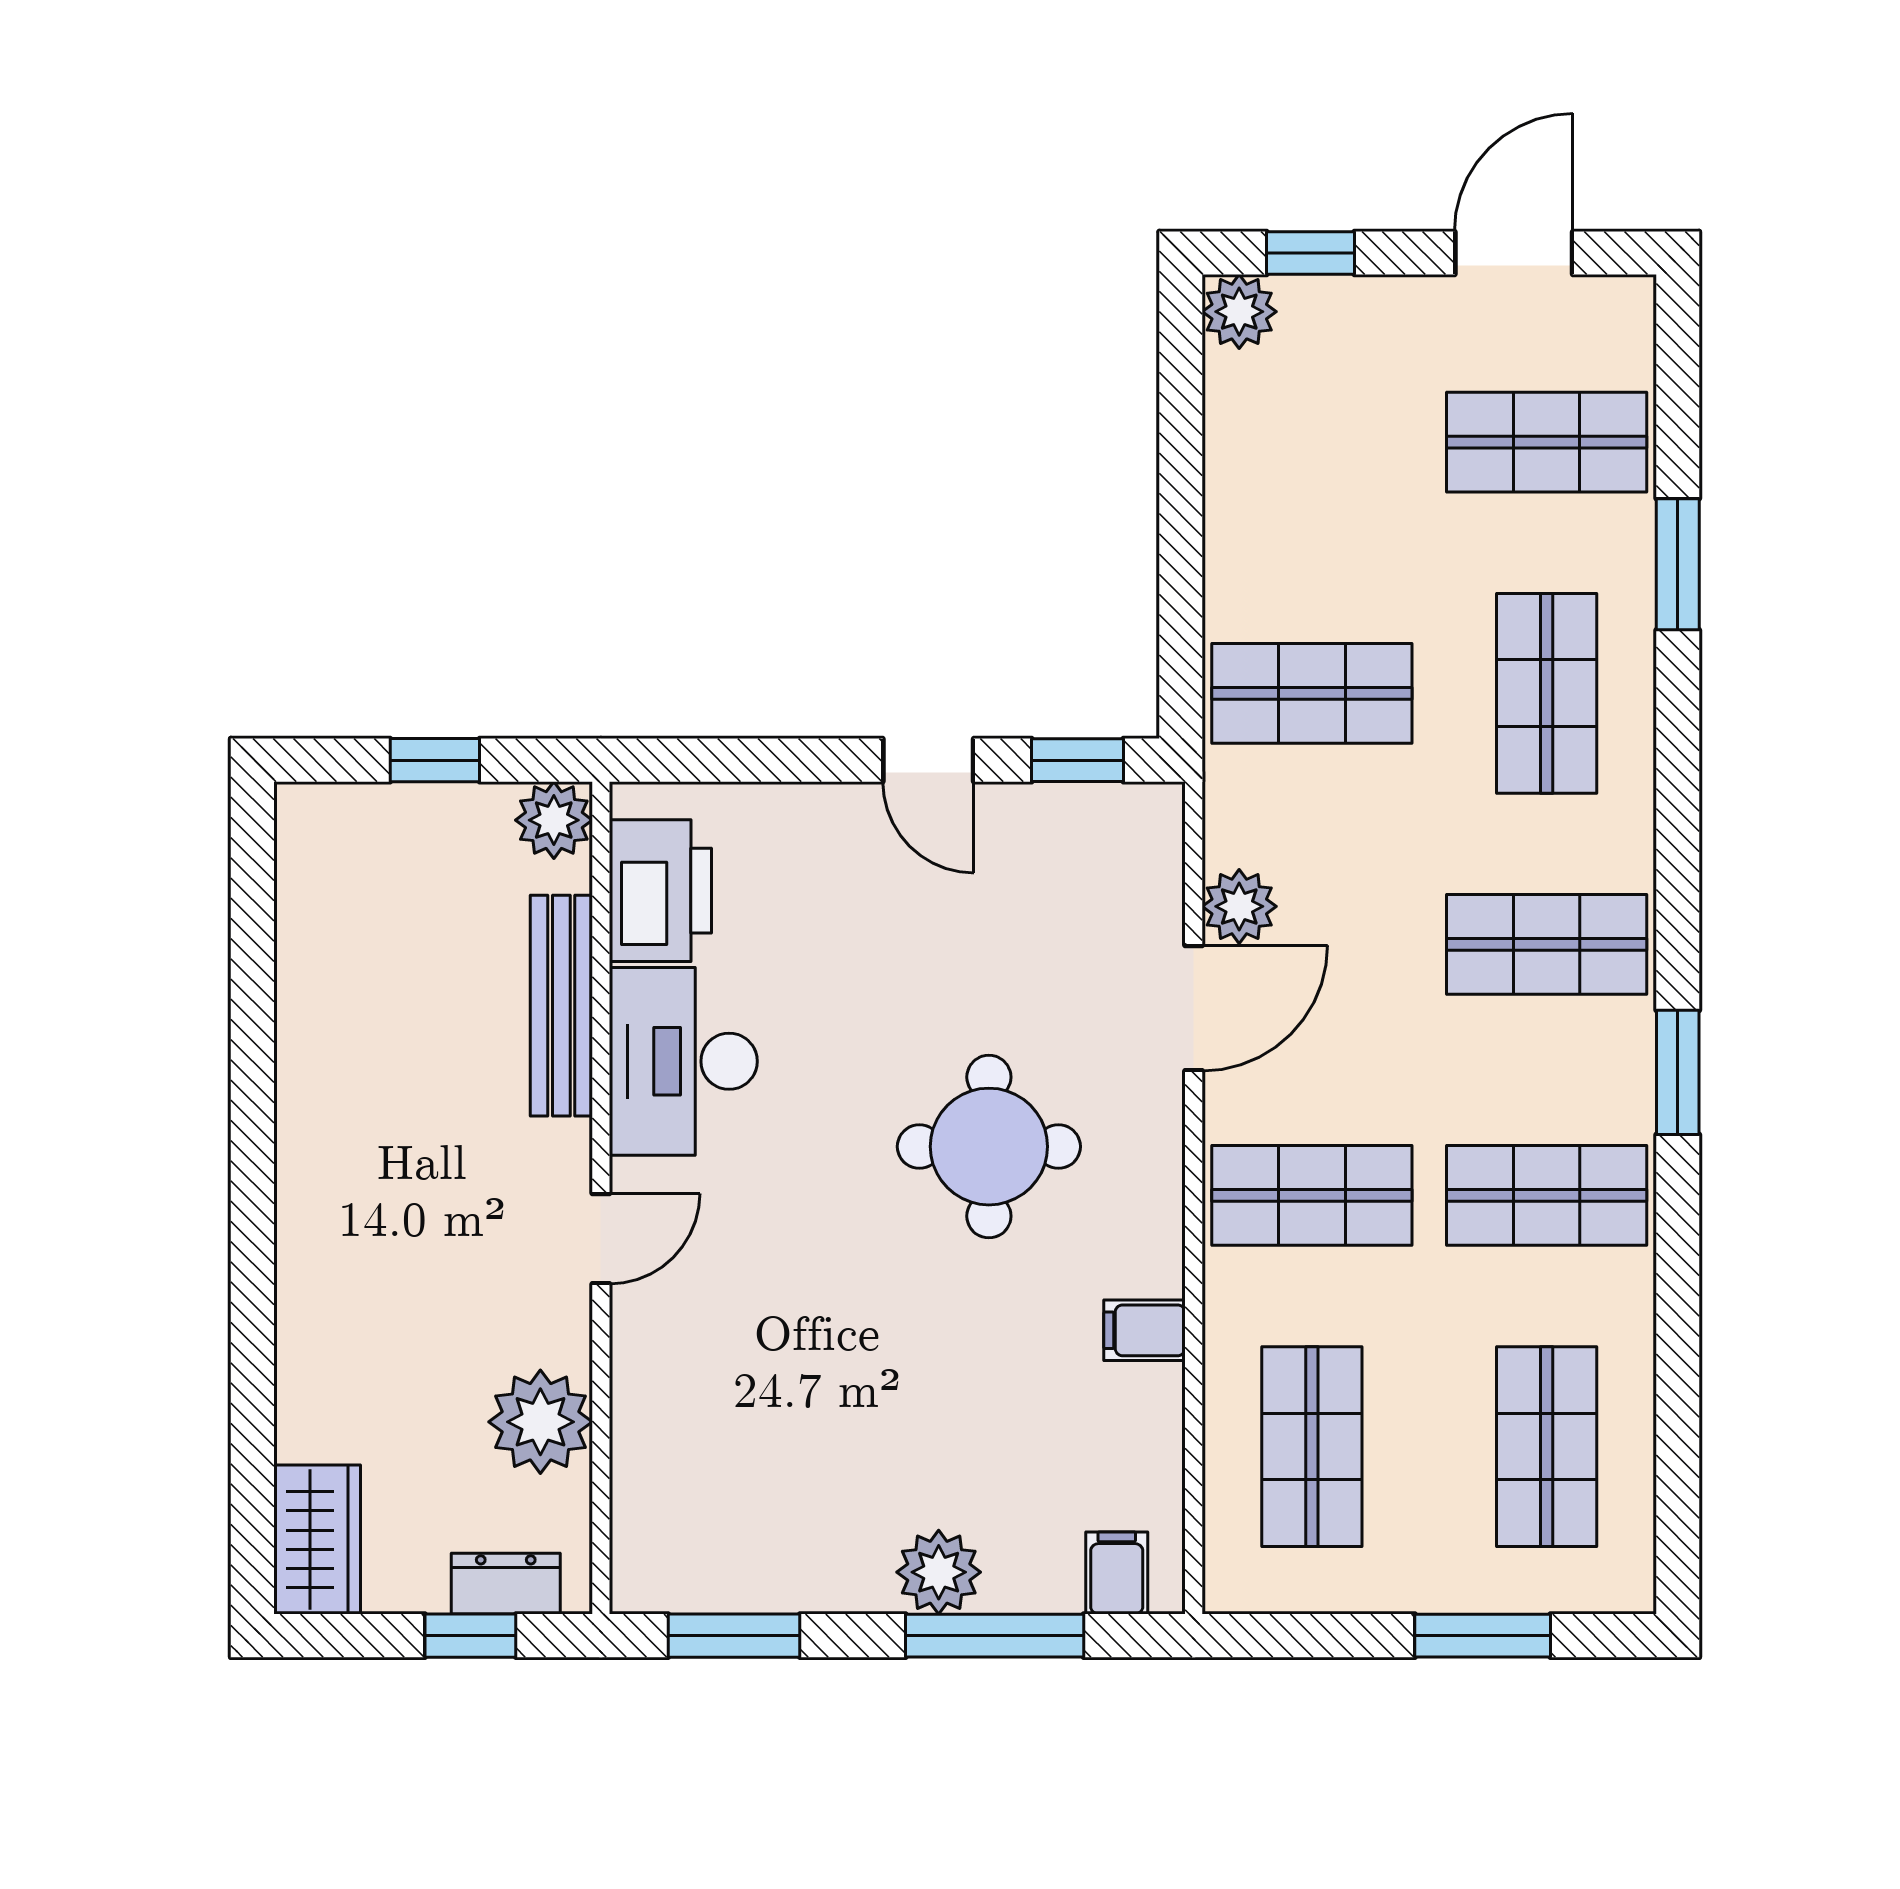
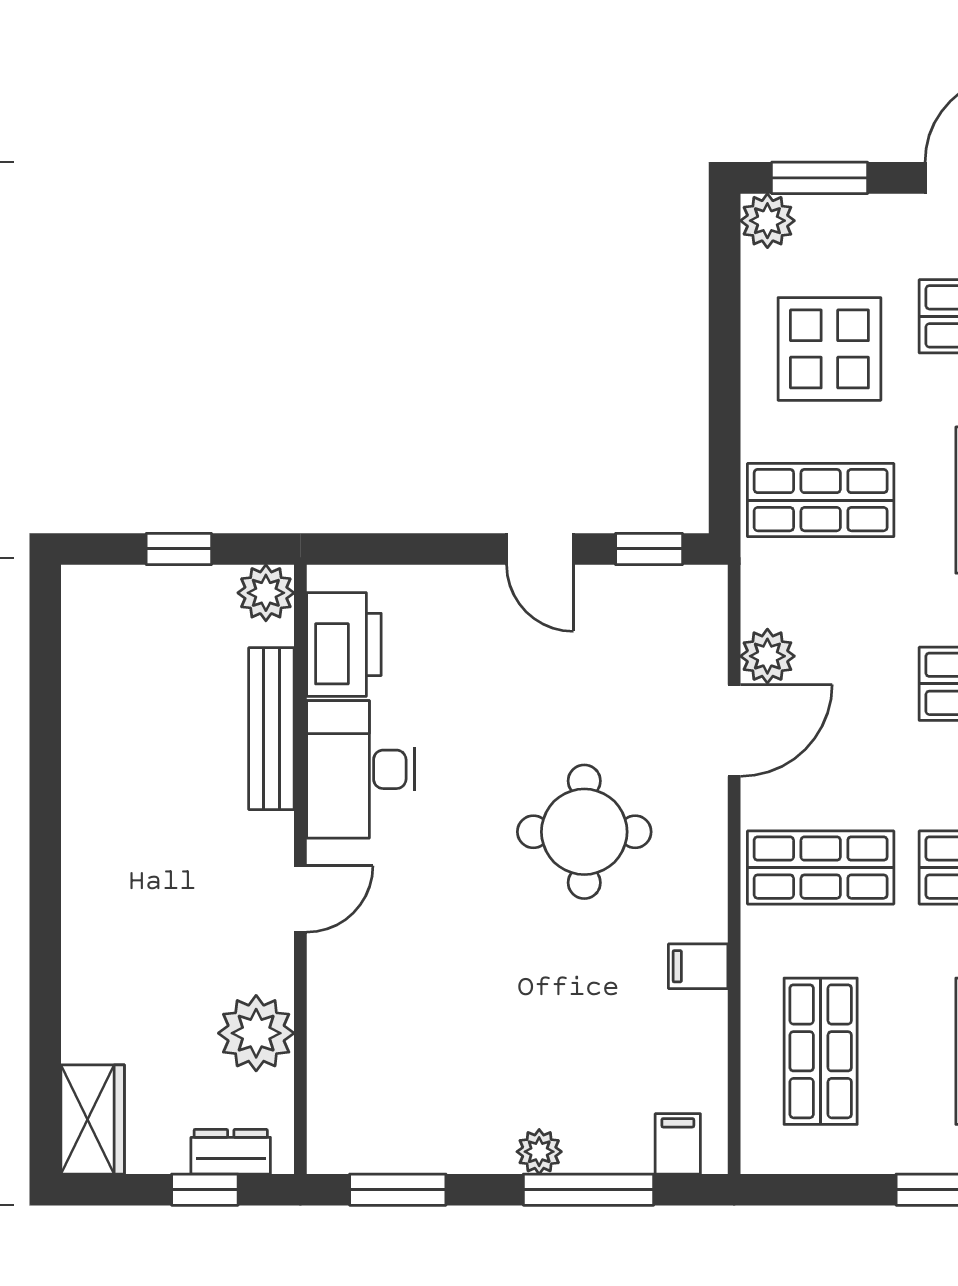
window: (1310, 253) -> (820, 178), width x1.50
display table: (1324, 487) -> (829, 349), added
plant: (939, 1572) -> (539, 1152), width x0.73, depth x0.73

